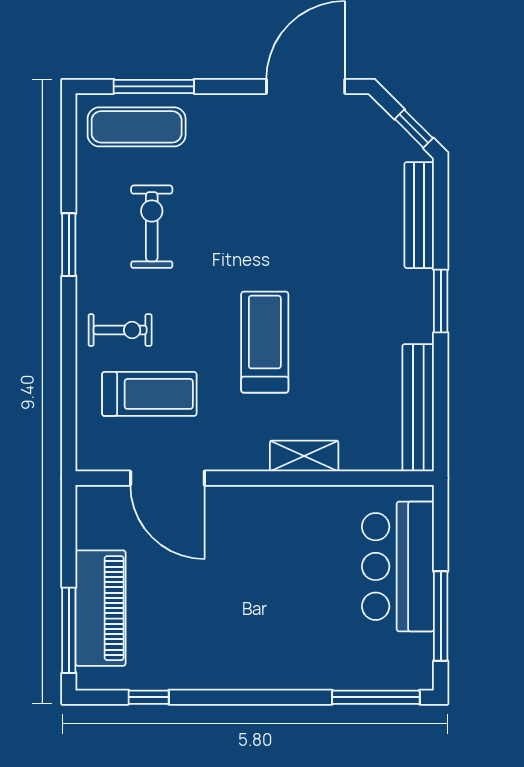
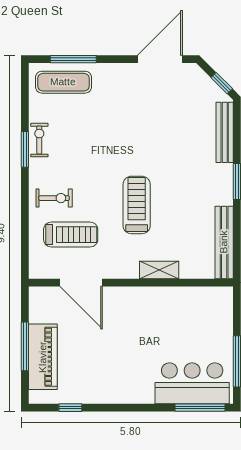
exercise bike: (152, 227) -> (39, 140), moved, width x0.73, depth x0.72
bar counter: (398, 566) -> (192, 383), moved, turned 90
window: (69, 630) -> (25, 346), moved

